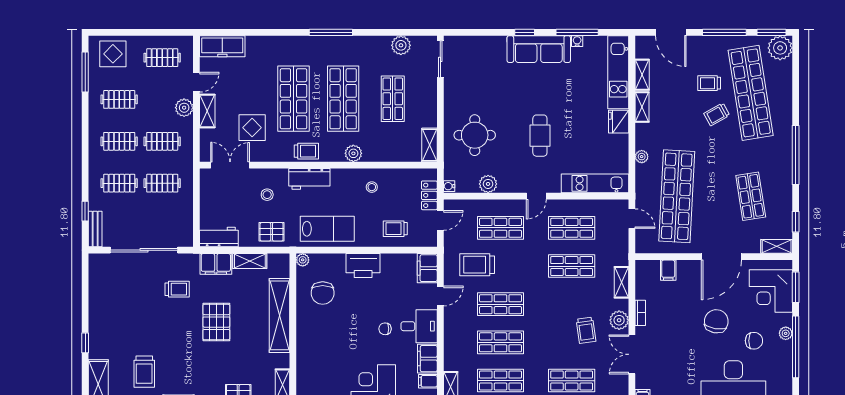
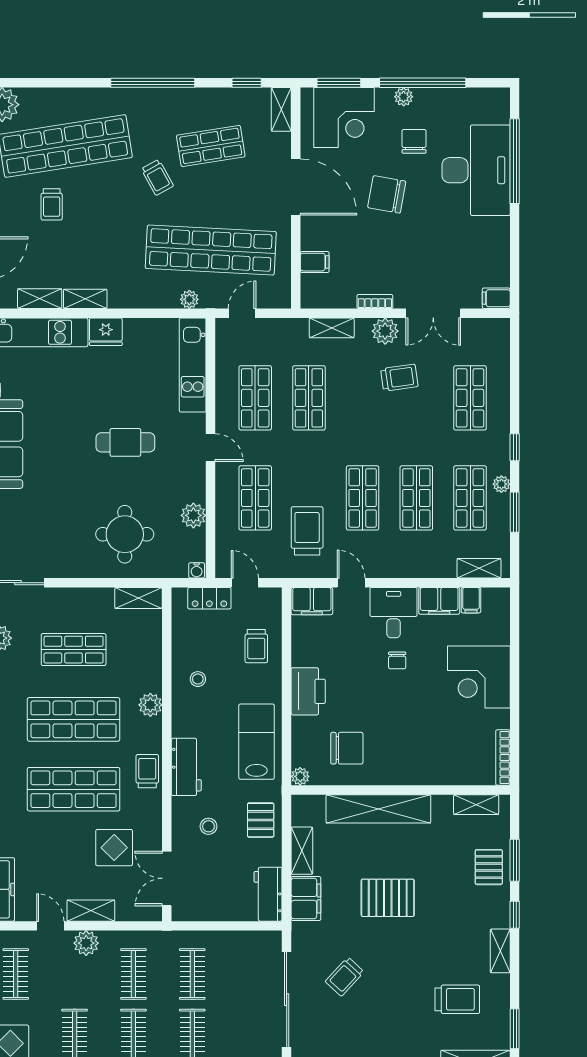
trolley: (717, 114) -> (157, 177), moved
plant: (642, 157) -> (189, 299), moved
trolley: (477, 265) -> (307, 531), turned 180
trolley: (177, 289) -> (345, 977), moved, turned -137

